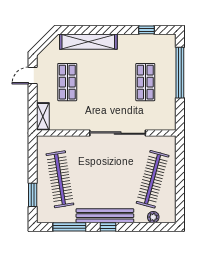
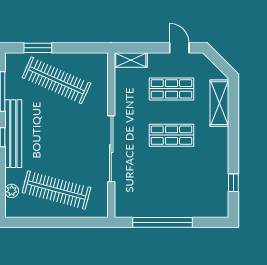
shelving: (88, 42) -> (219, 103), width x0.68
window: (180, 73) -> (162, 222), moved
shop shelf: (145, 82) -> (171, 135), moved
clothes rail: (60, 179) -> (56, 80), turned 33

